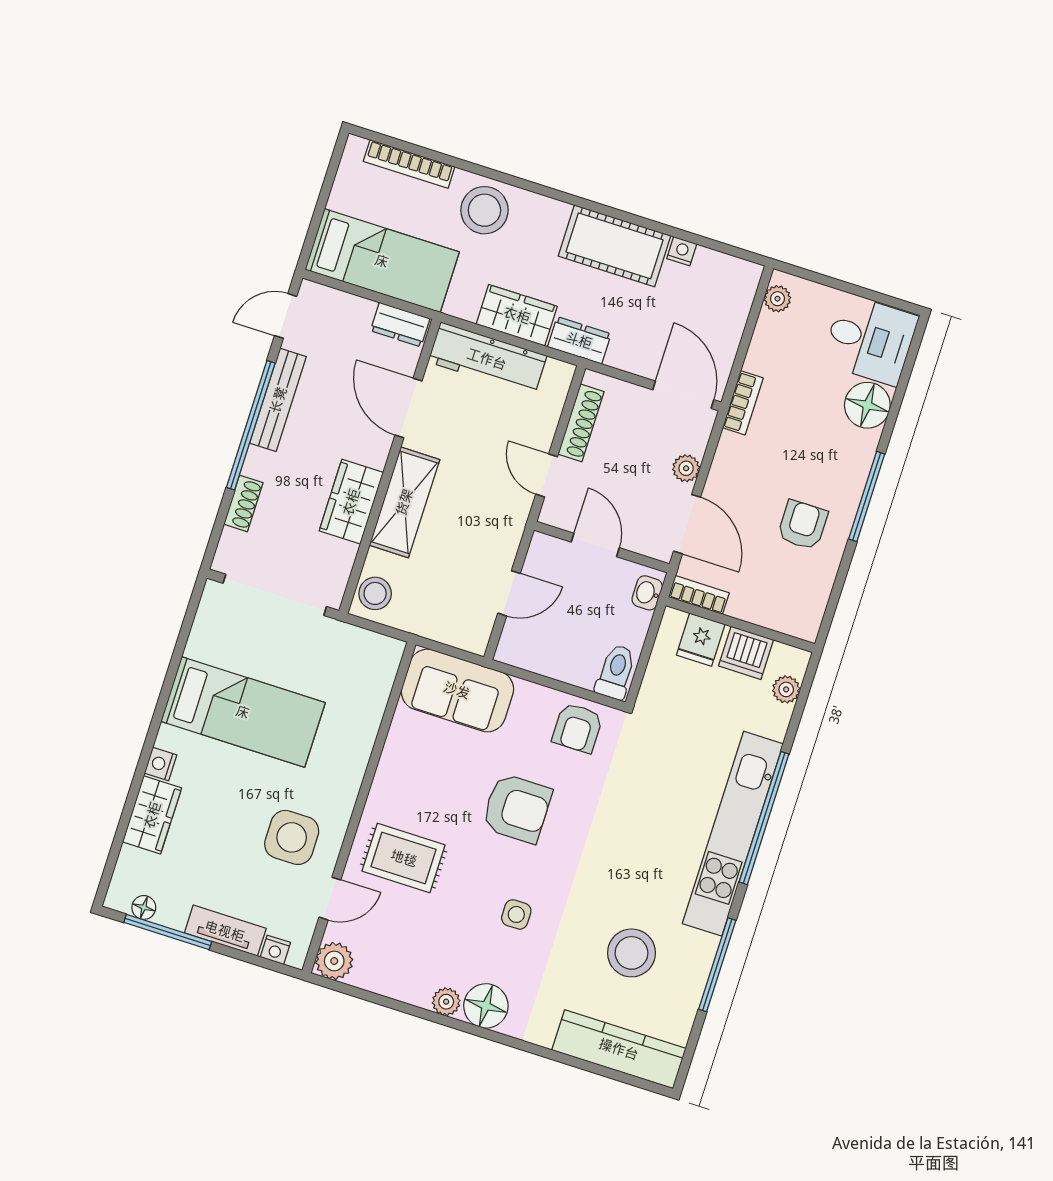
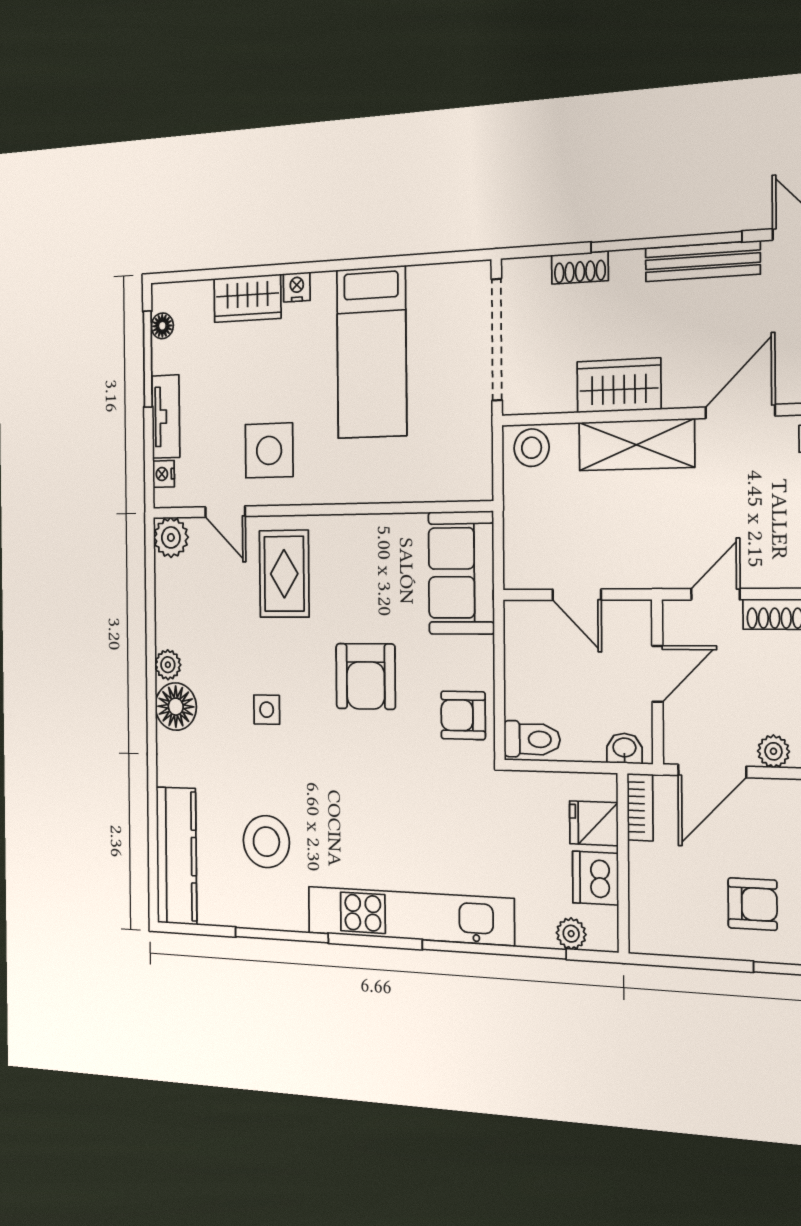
window: (764, 818) -> (493, 949), moved

